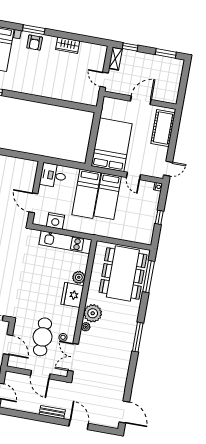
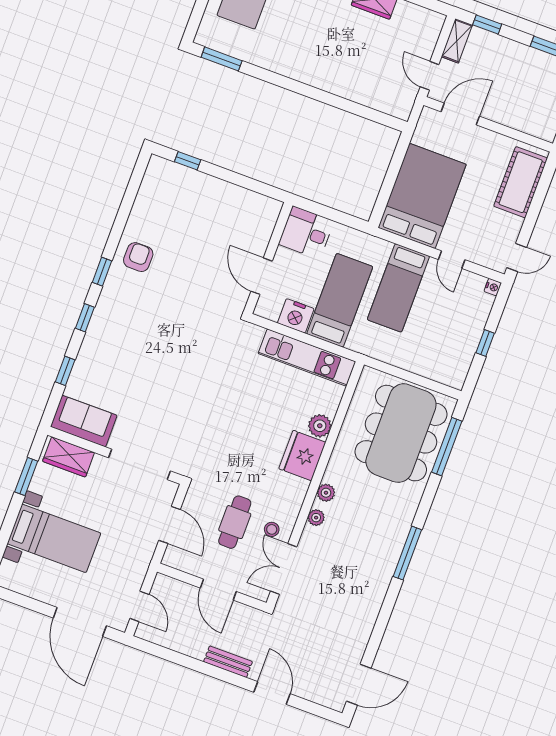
door: (141, 100) -> (460, 114), moved
bed: (86, 194) -> (340, 300), moved, turned 180
plant: (93, 313) -> (326, 493), width x0.53, depth x0.53
cafe table: (43, 337) -> (235, 522), width x0.73, depth x0.74
door: (124, 412) -> (359, 685), hinge flipped

